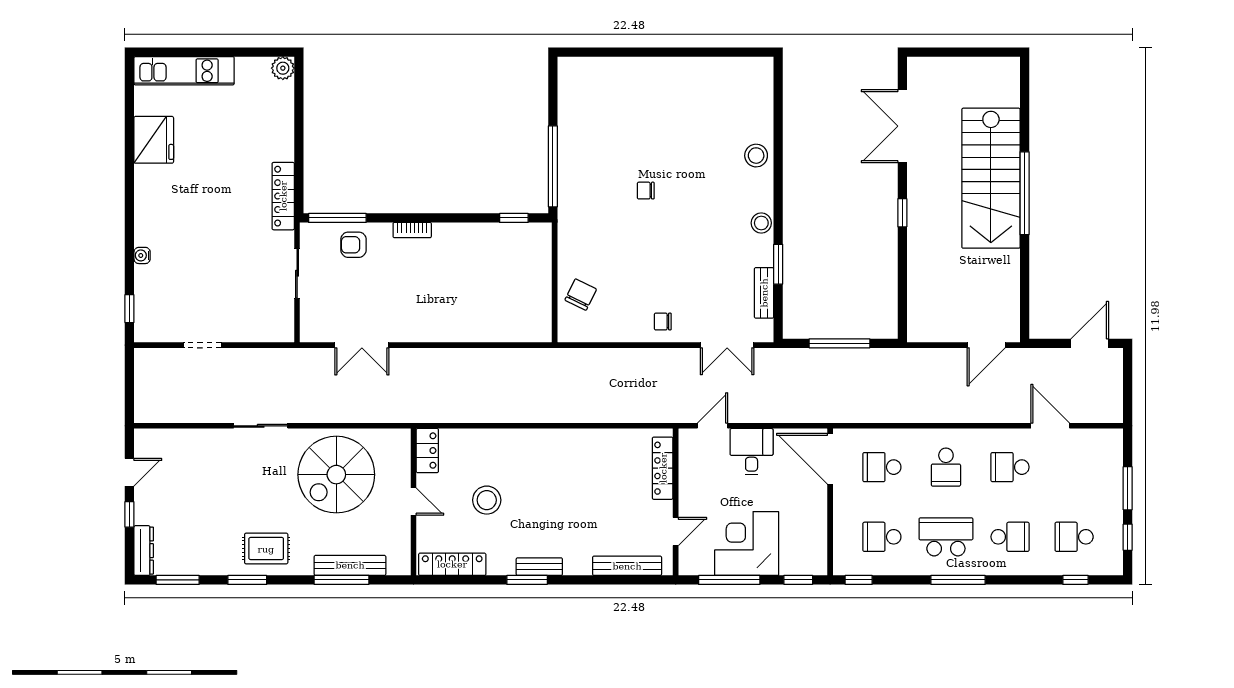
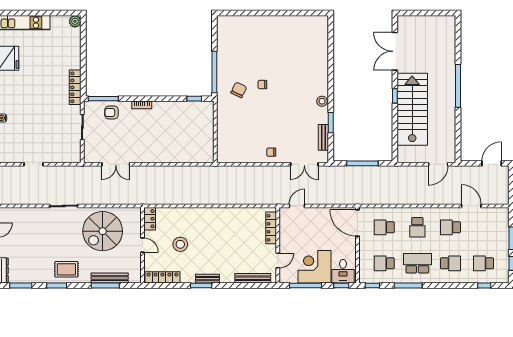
stool: (756, 156) -> (319, 66), removed
stairs: (991, 178) -> (412, 109), moved, turned 180
chair: (581, 295) -> (239, 90), moved
desk: (752, 452) -> (343, 271), moved, turned 180
window: (958, 580) -> (408, 286), moved

